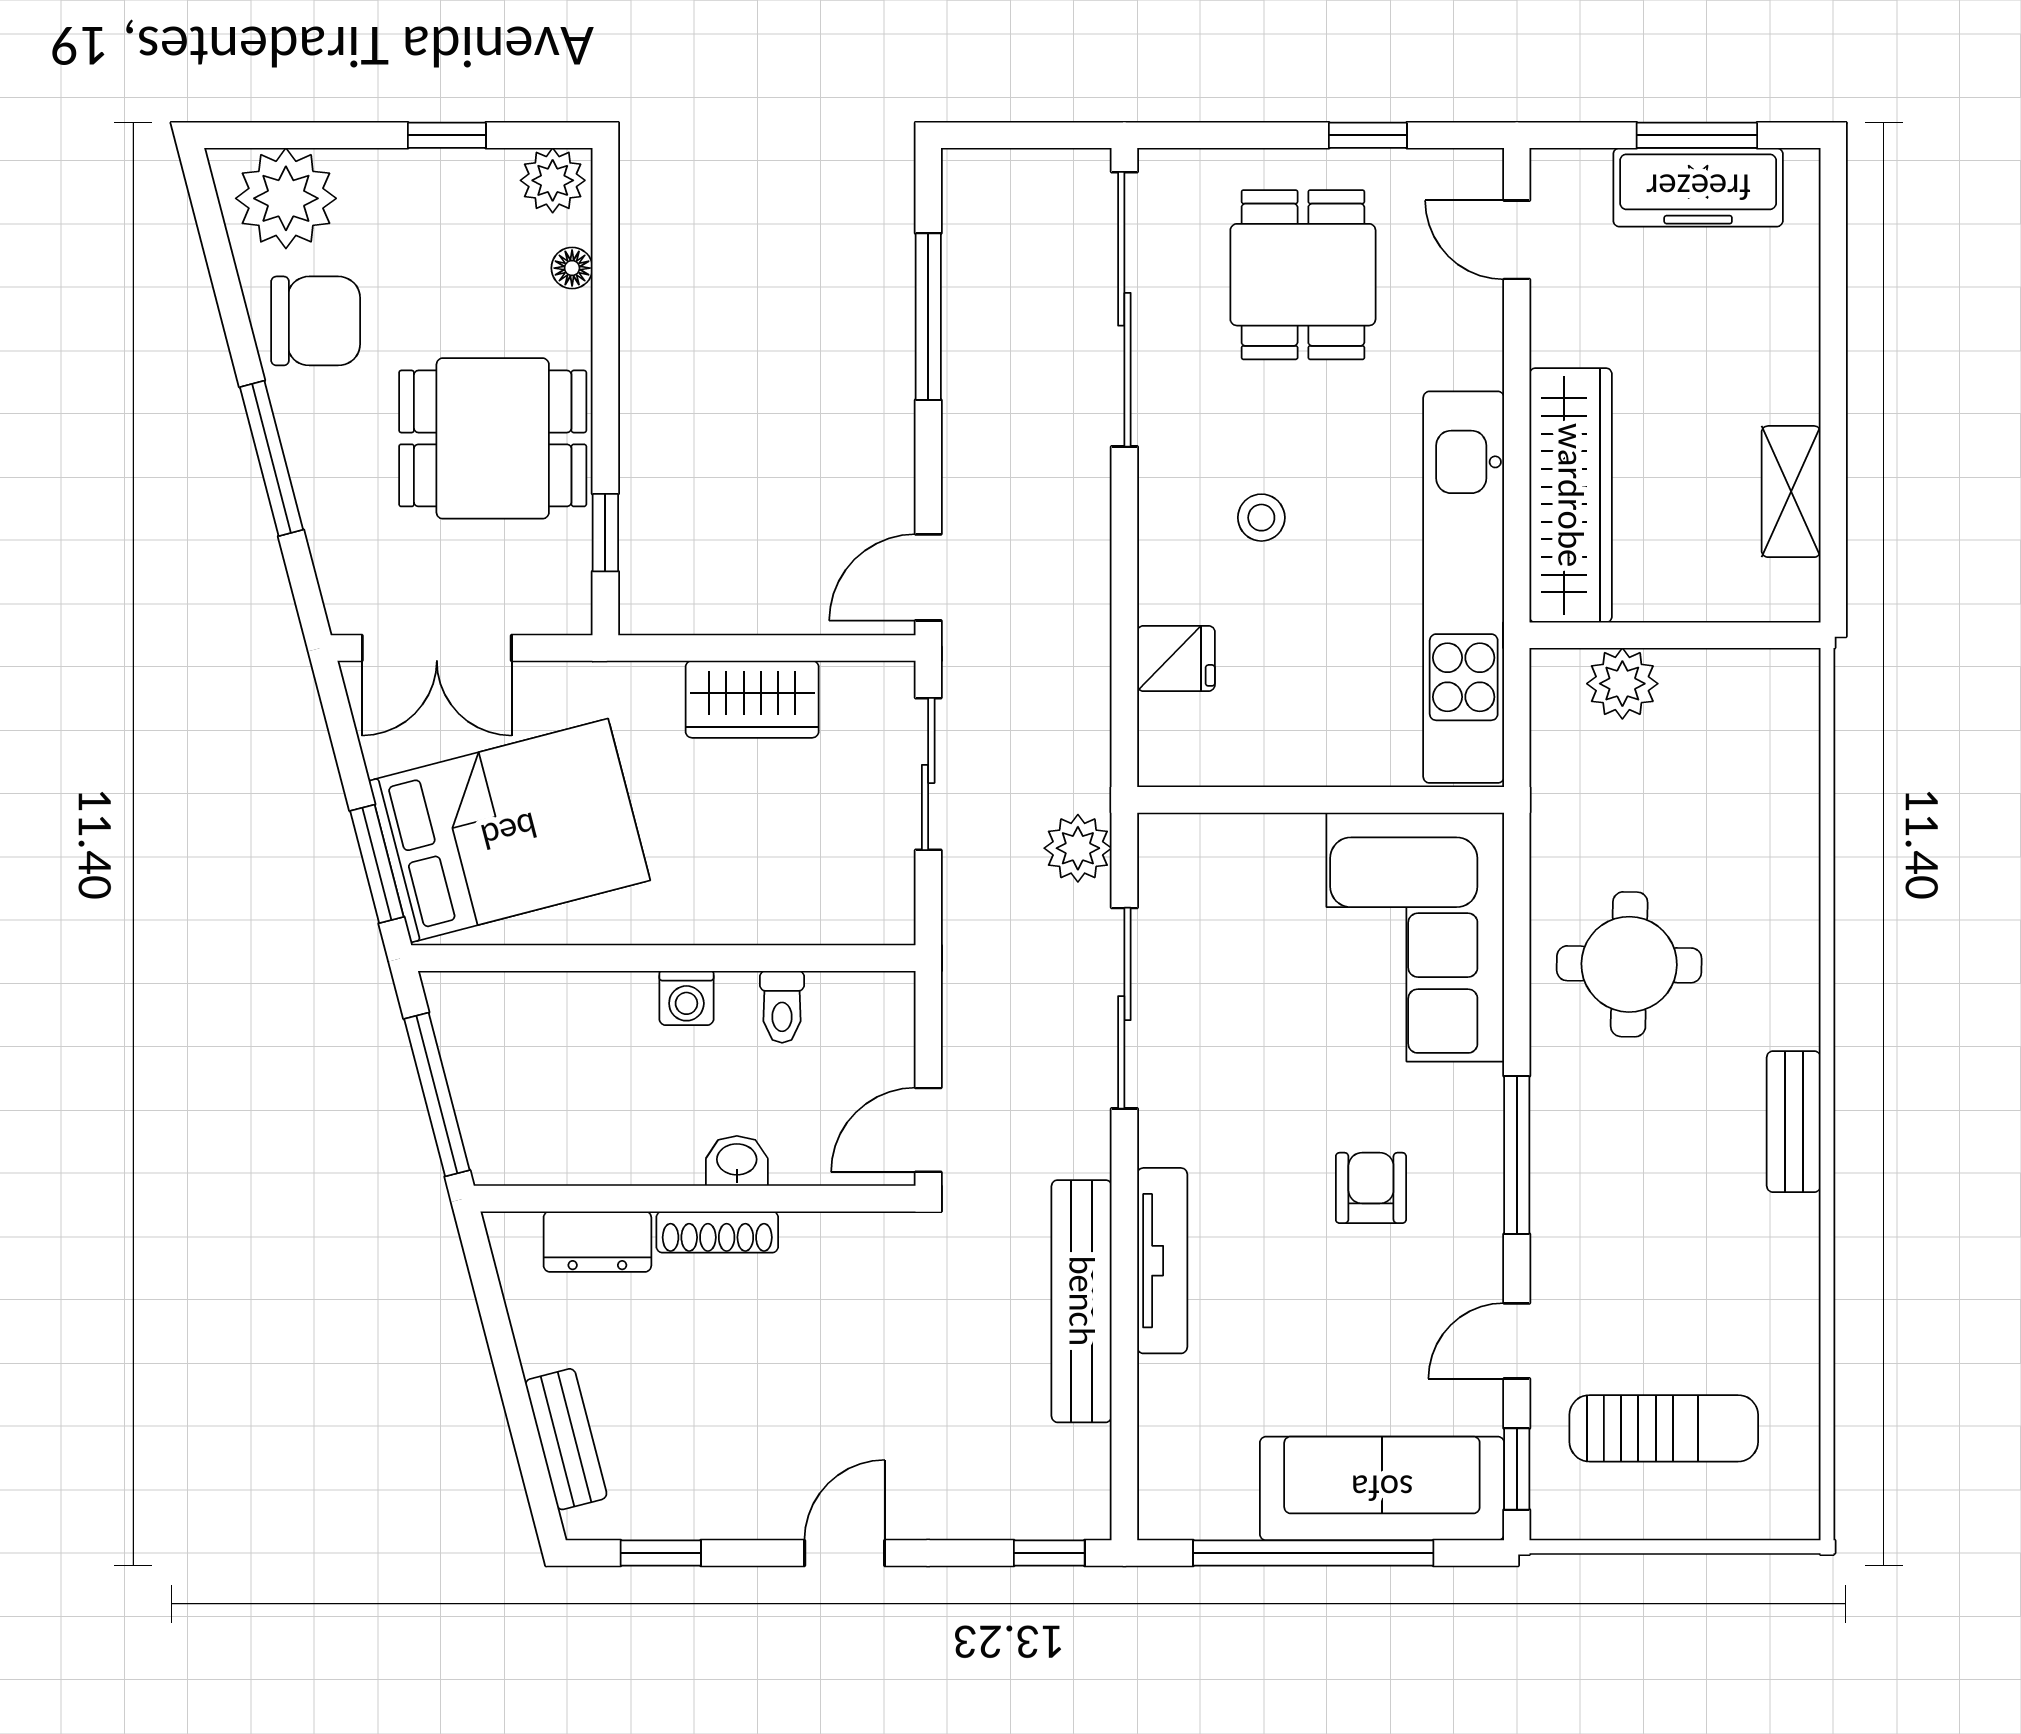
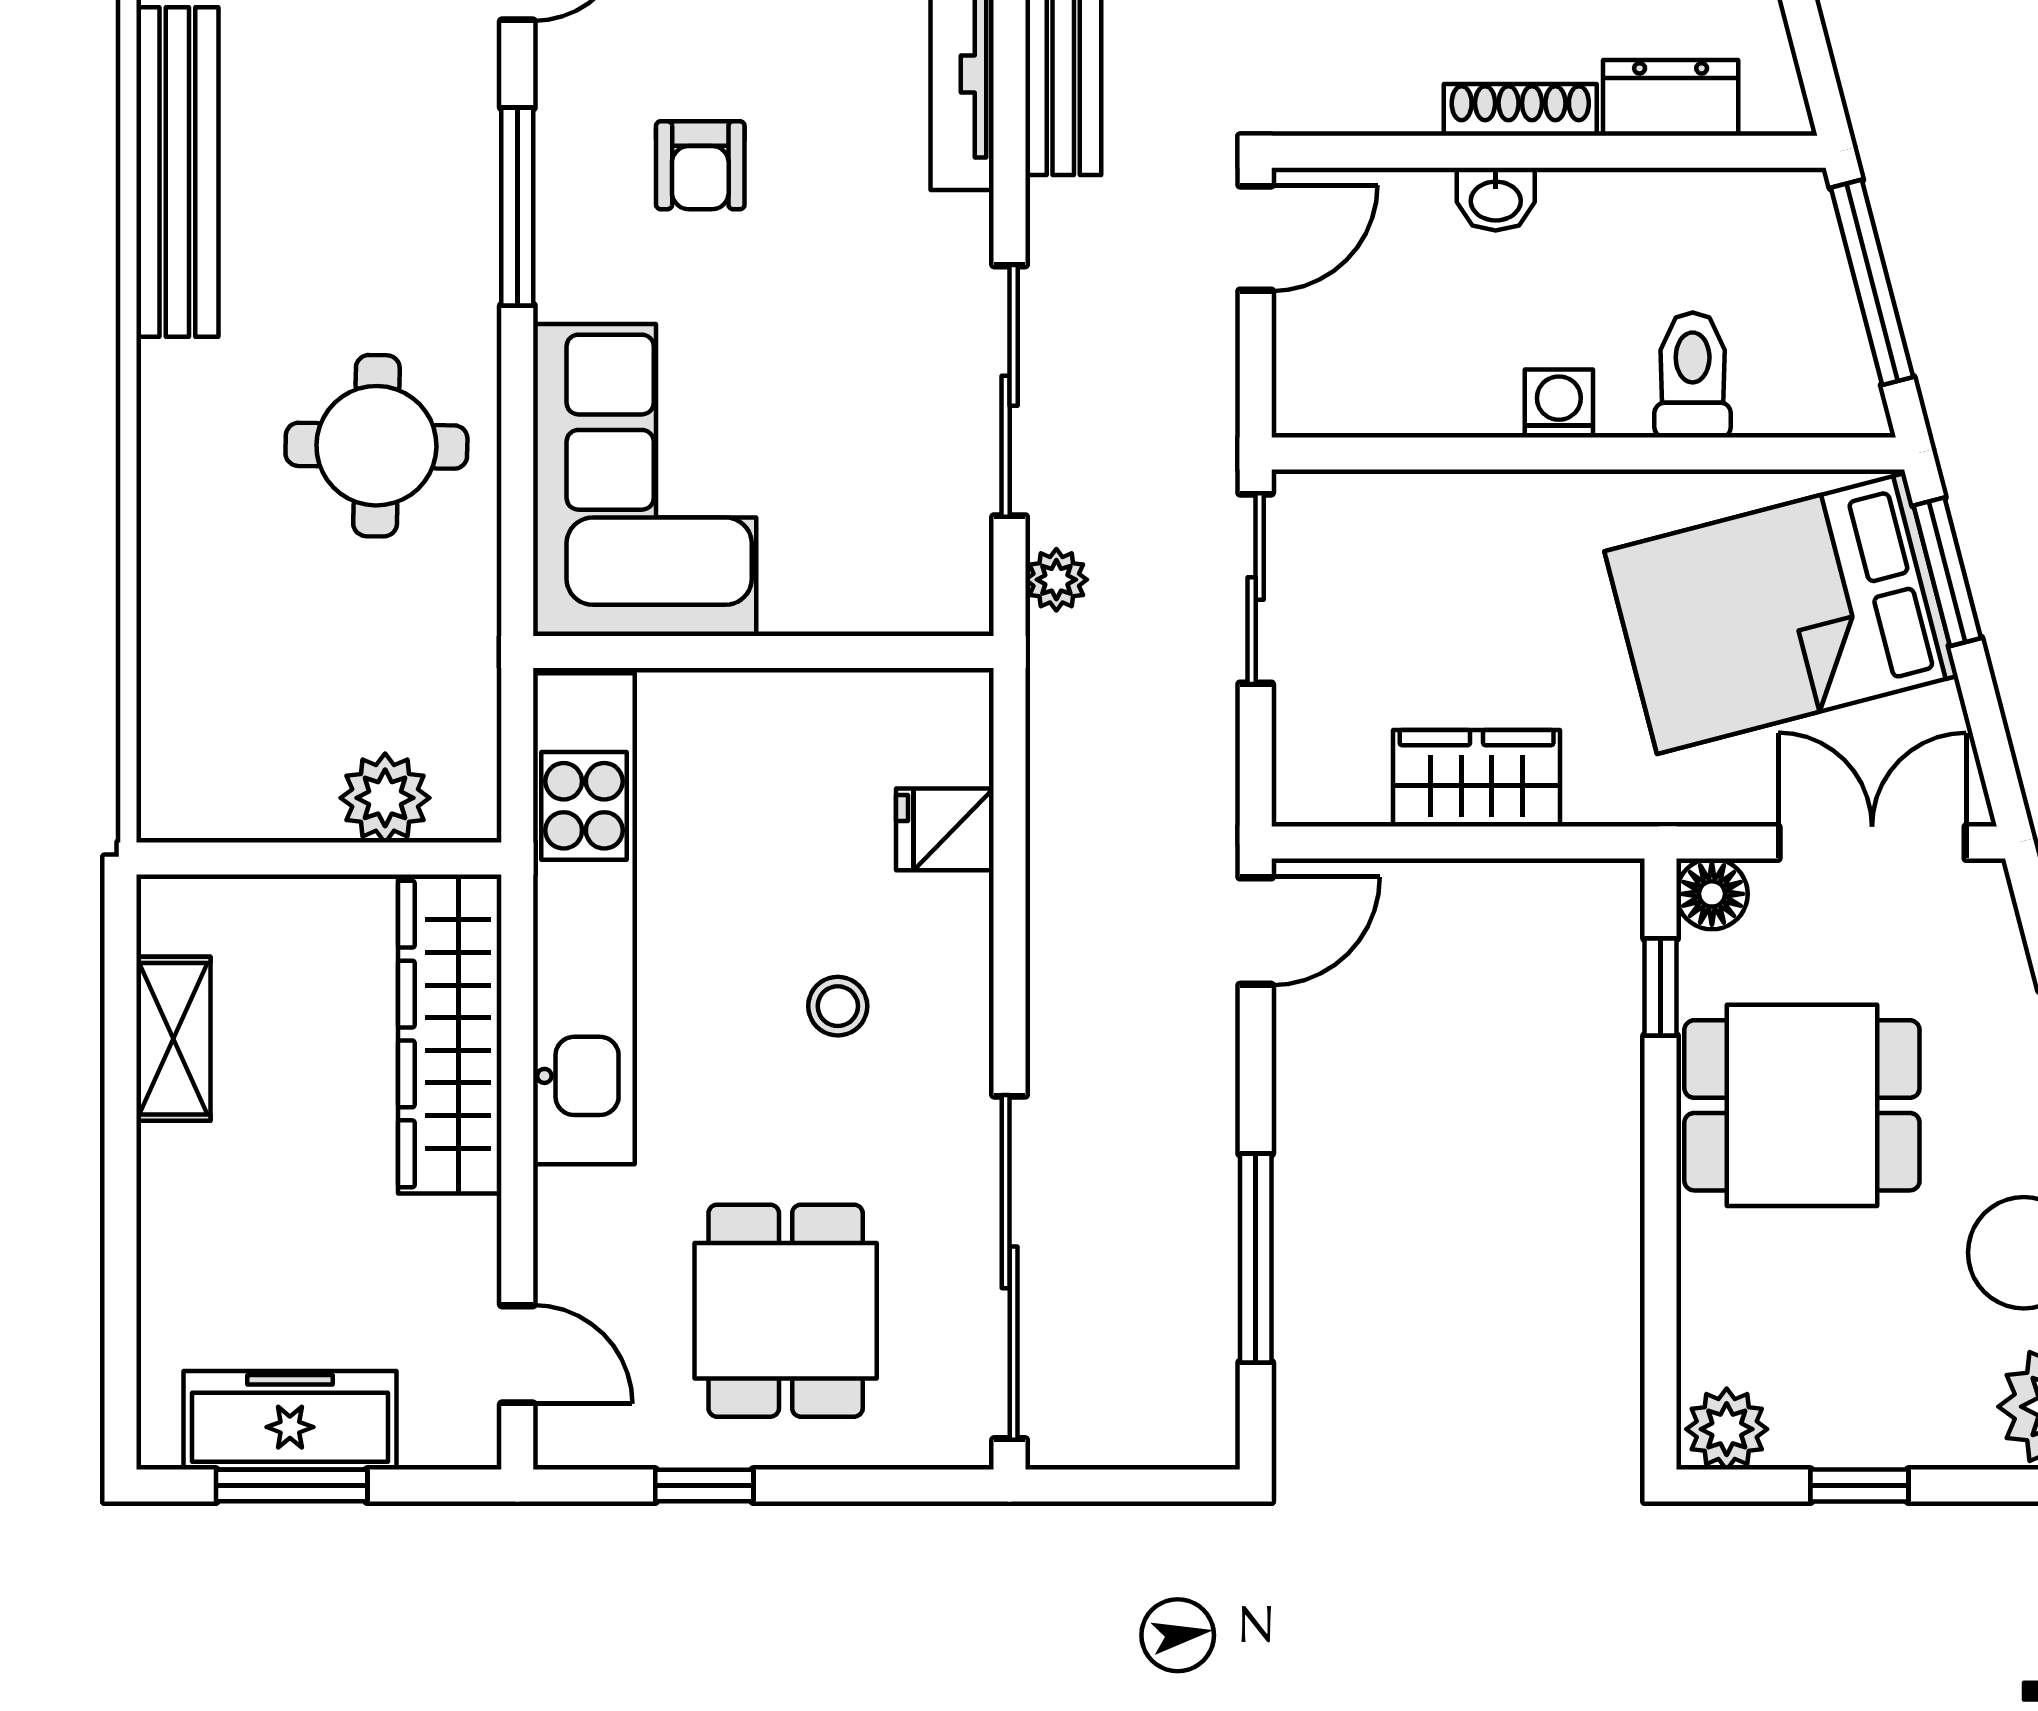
floor lamp: (572, 268) -> (1712, 894), moved, width x1.37, depth x1.37
sliding door: (928, 774) -> (1256, 589), moved
plant: (1078, 848) -> (1056, 580), width x0.73, depth x0.73
toilet: (782, 1007) -> (1693, 375), moved, width x1.37, depth x1.39
bench: (1794, 1122) -> (177, 172), width x1.86, depth x1.21

